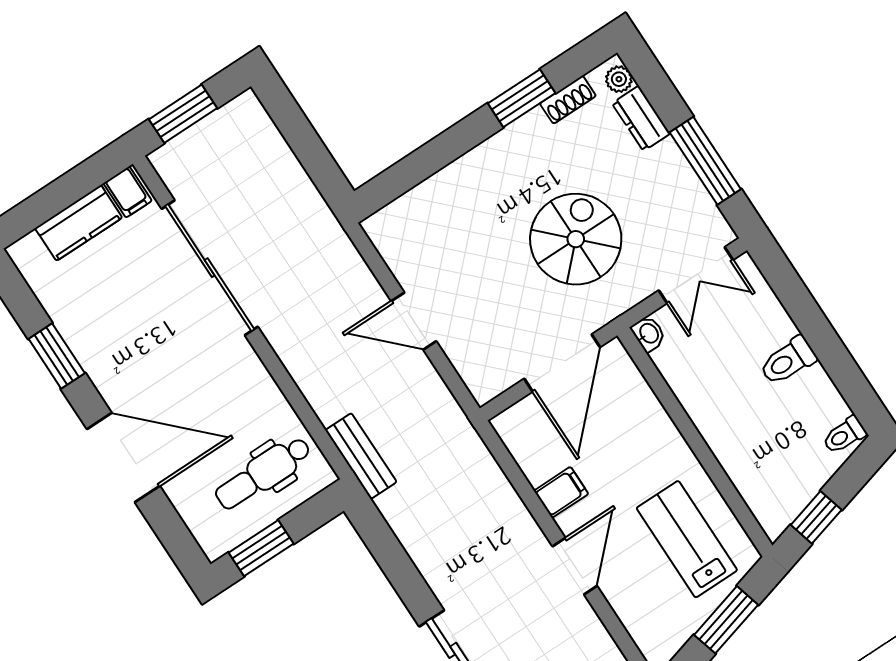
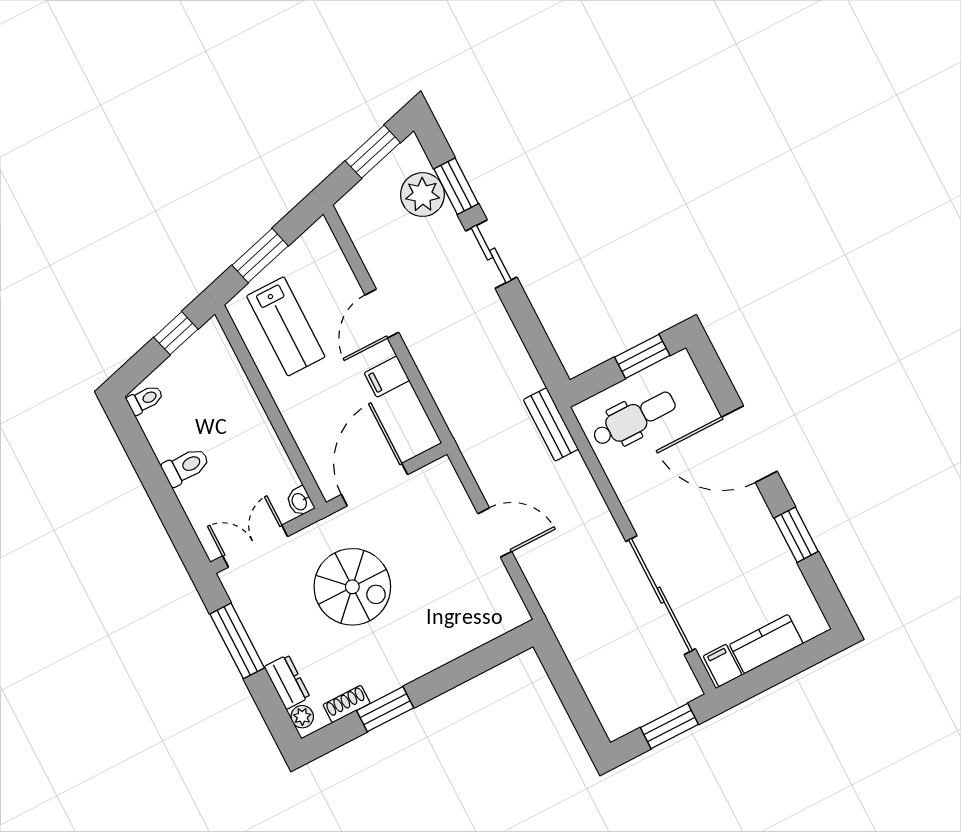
spiral stairs: (576, 239) -> (352, 587), turned -90

